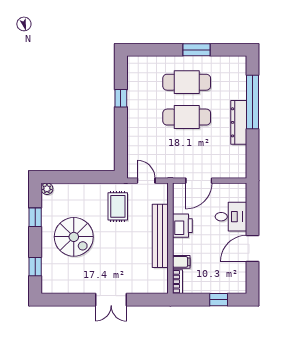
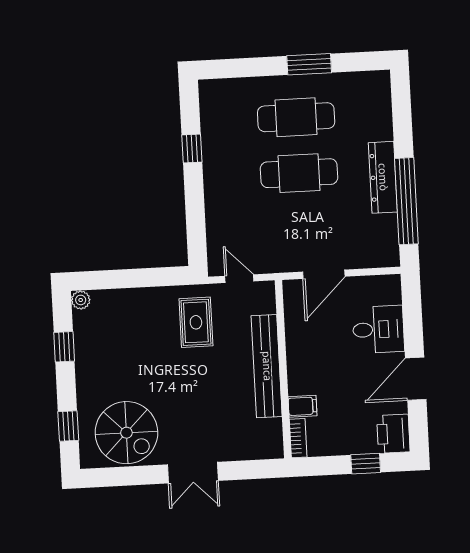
window: (252, 102) -> (406, 201), moved
printer: (182, 226) -> (393, 434), moved, turned 180
spiral stairs: (74, 237) -> (126, 433), moved

